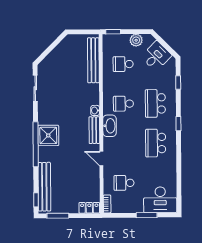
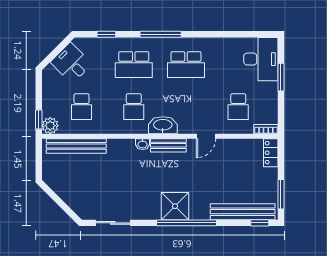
plant: (136, 40) -> (50, 126), moved
window: (178, 124) -> (161, 34), width x2.17

